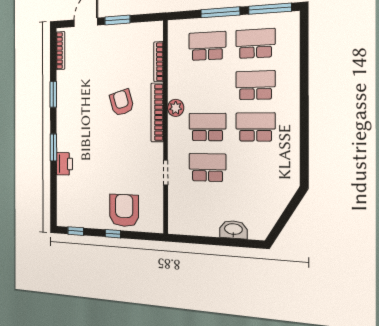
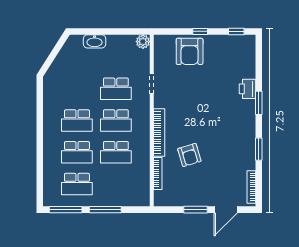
school desk: (207, 46) -> (116, 152), moved
armchair: (122, 103) -> (189, 155), moved
plant: (176, 108) -> (143, 42), moved

